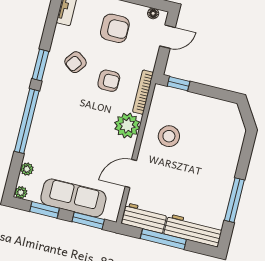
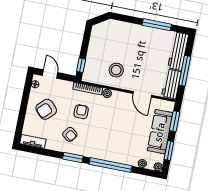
armchair: (115, 28) -> (46, 109), turned -135
plant: (127, 125) -> (107, 93), width x0.53, depth x0.53

